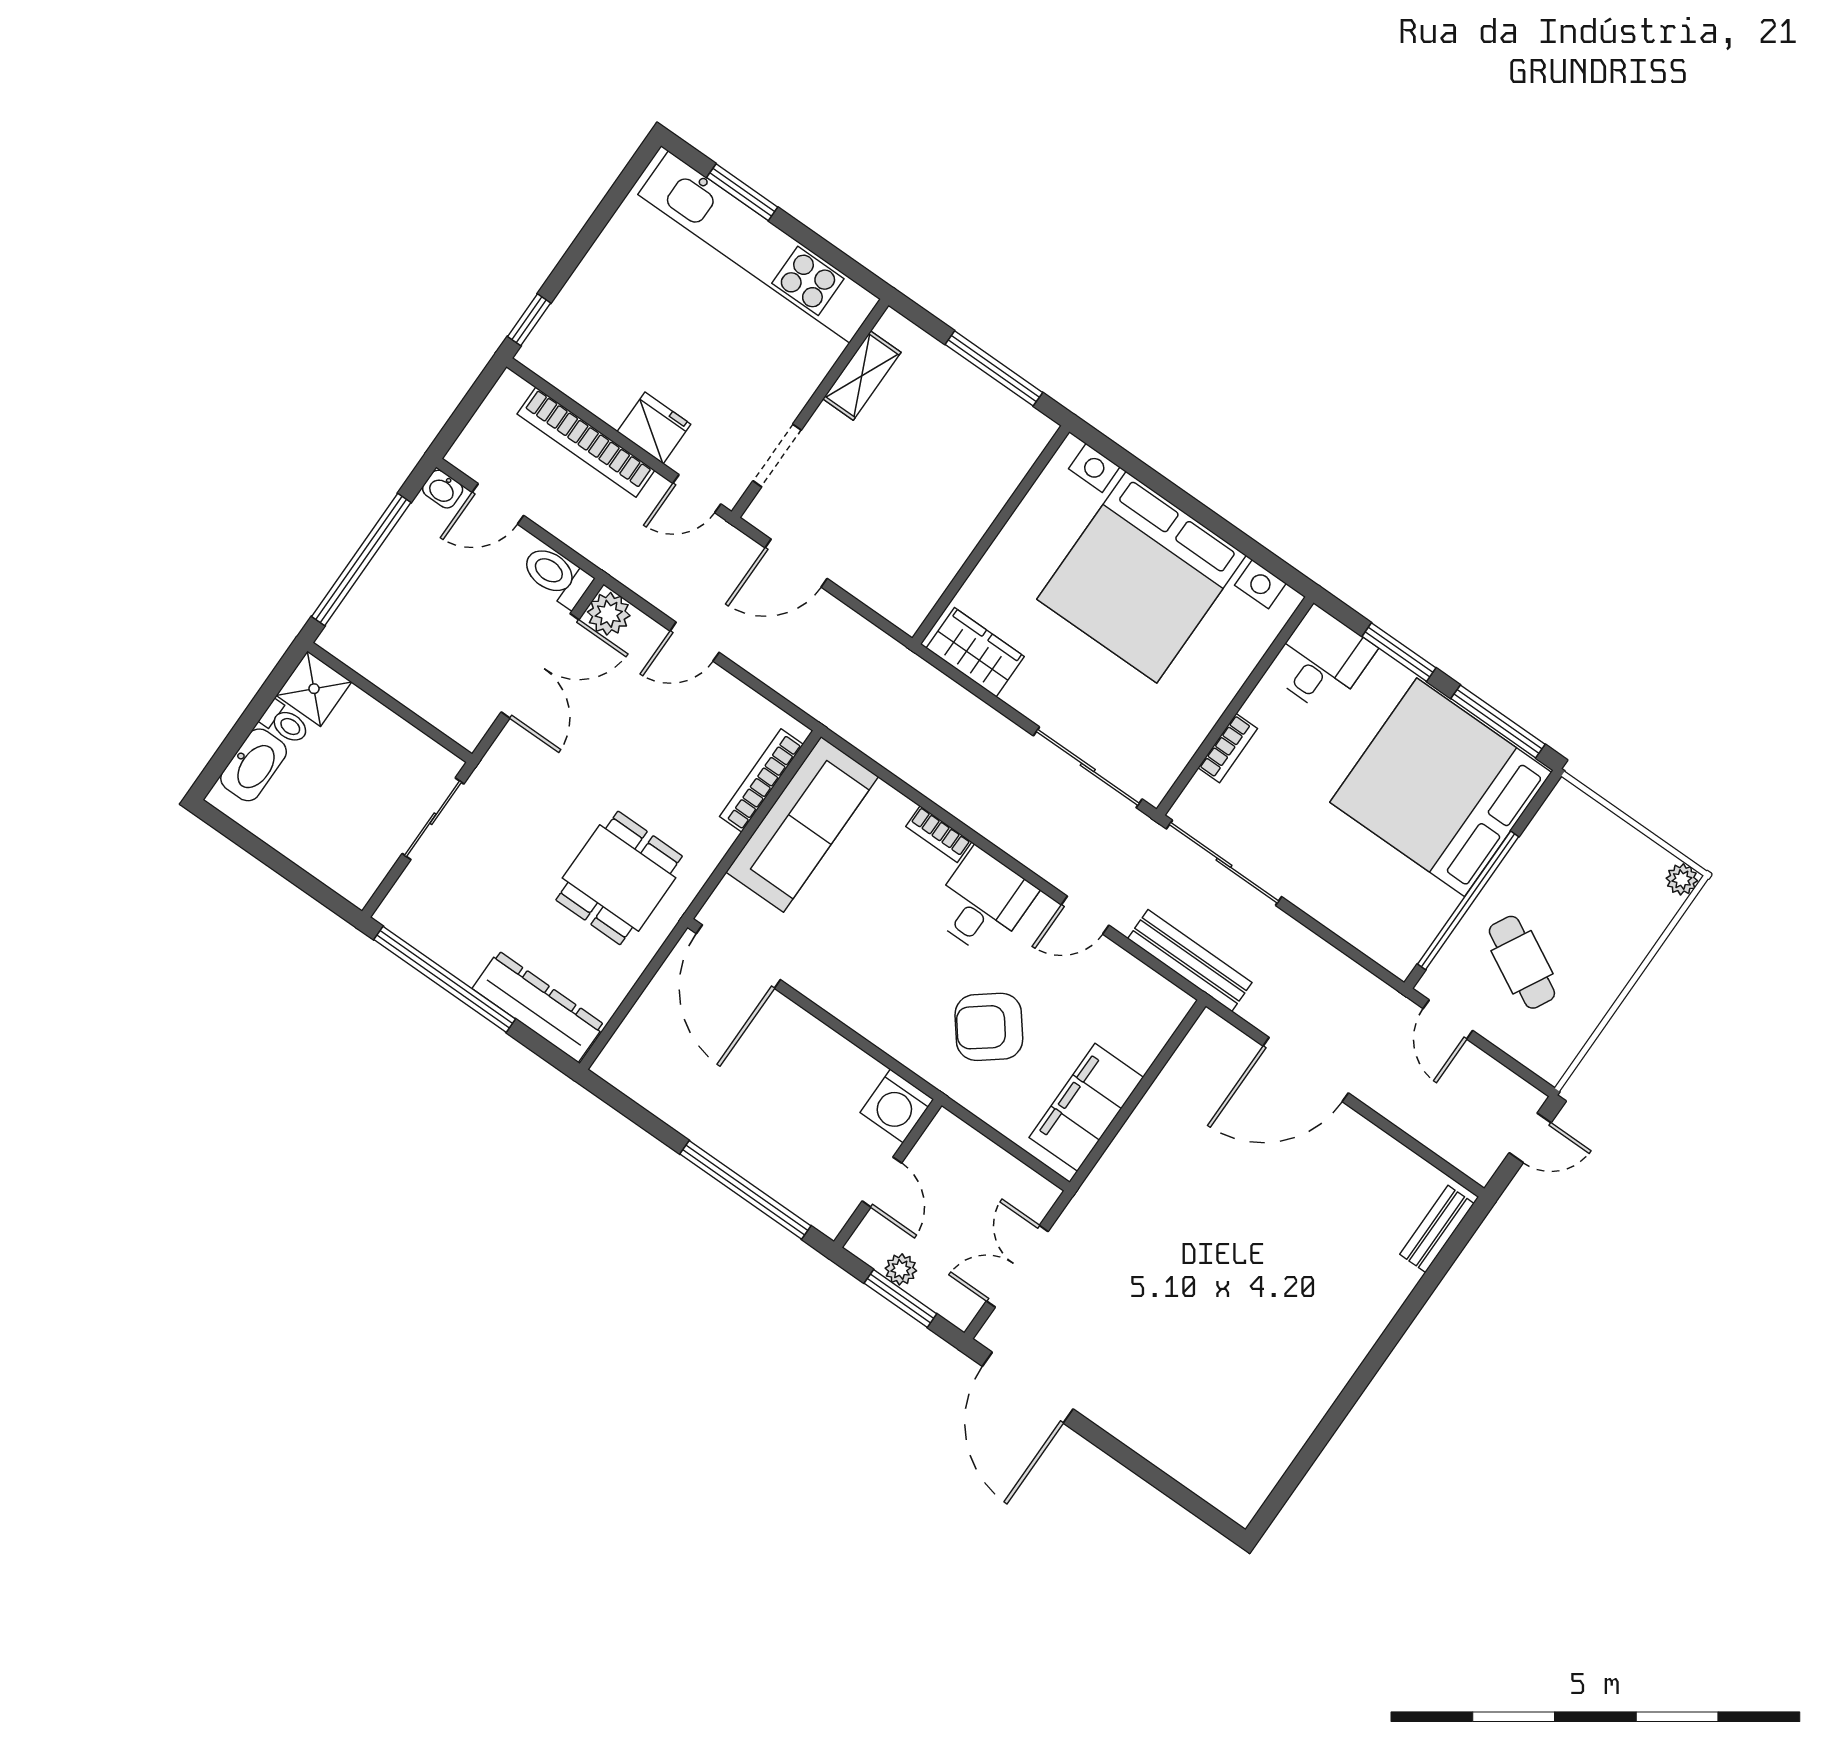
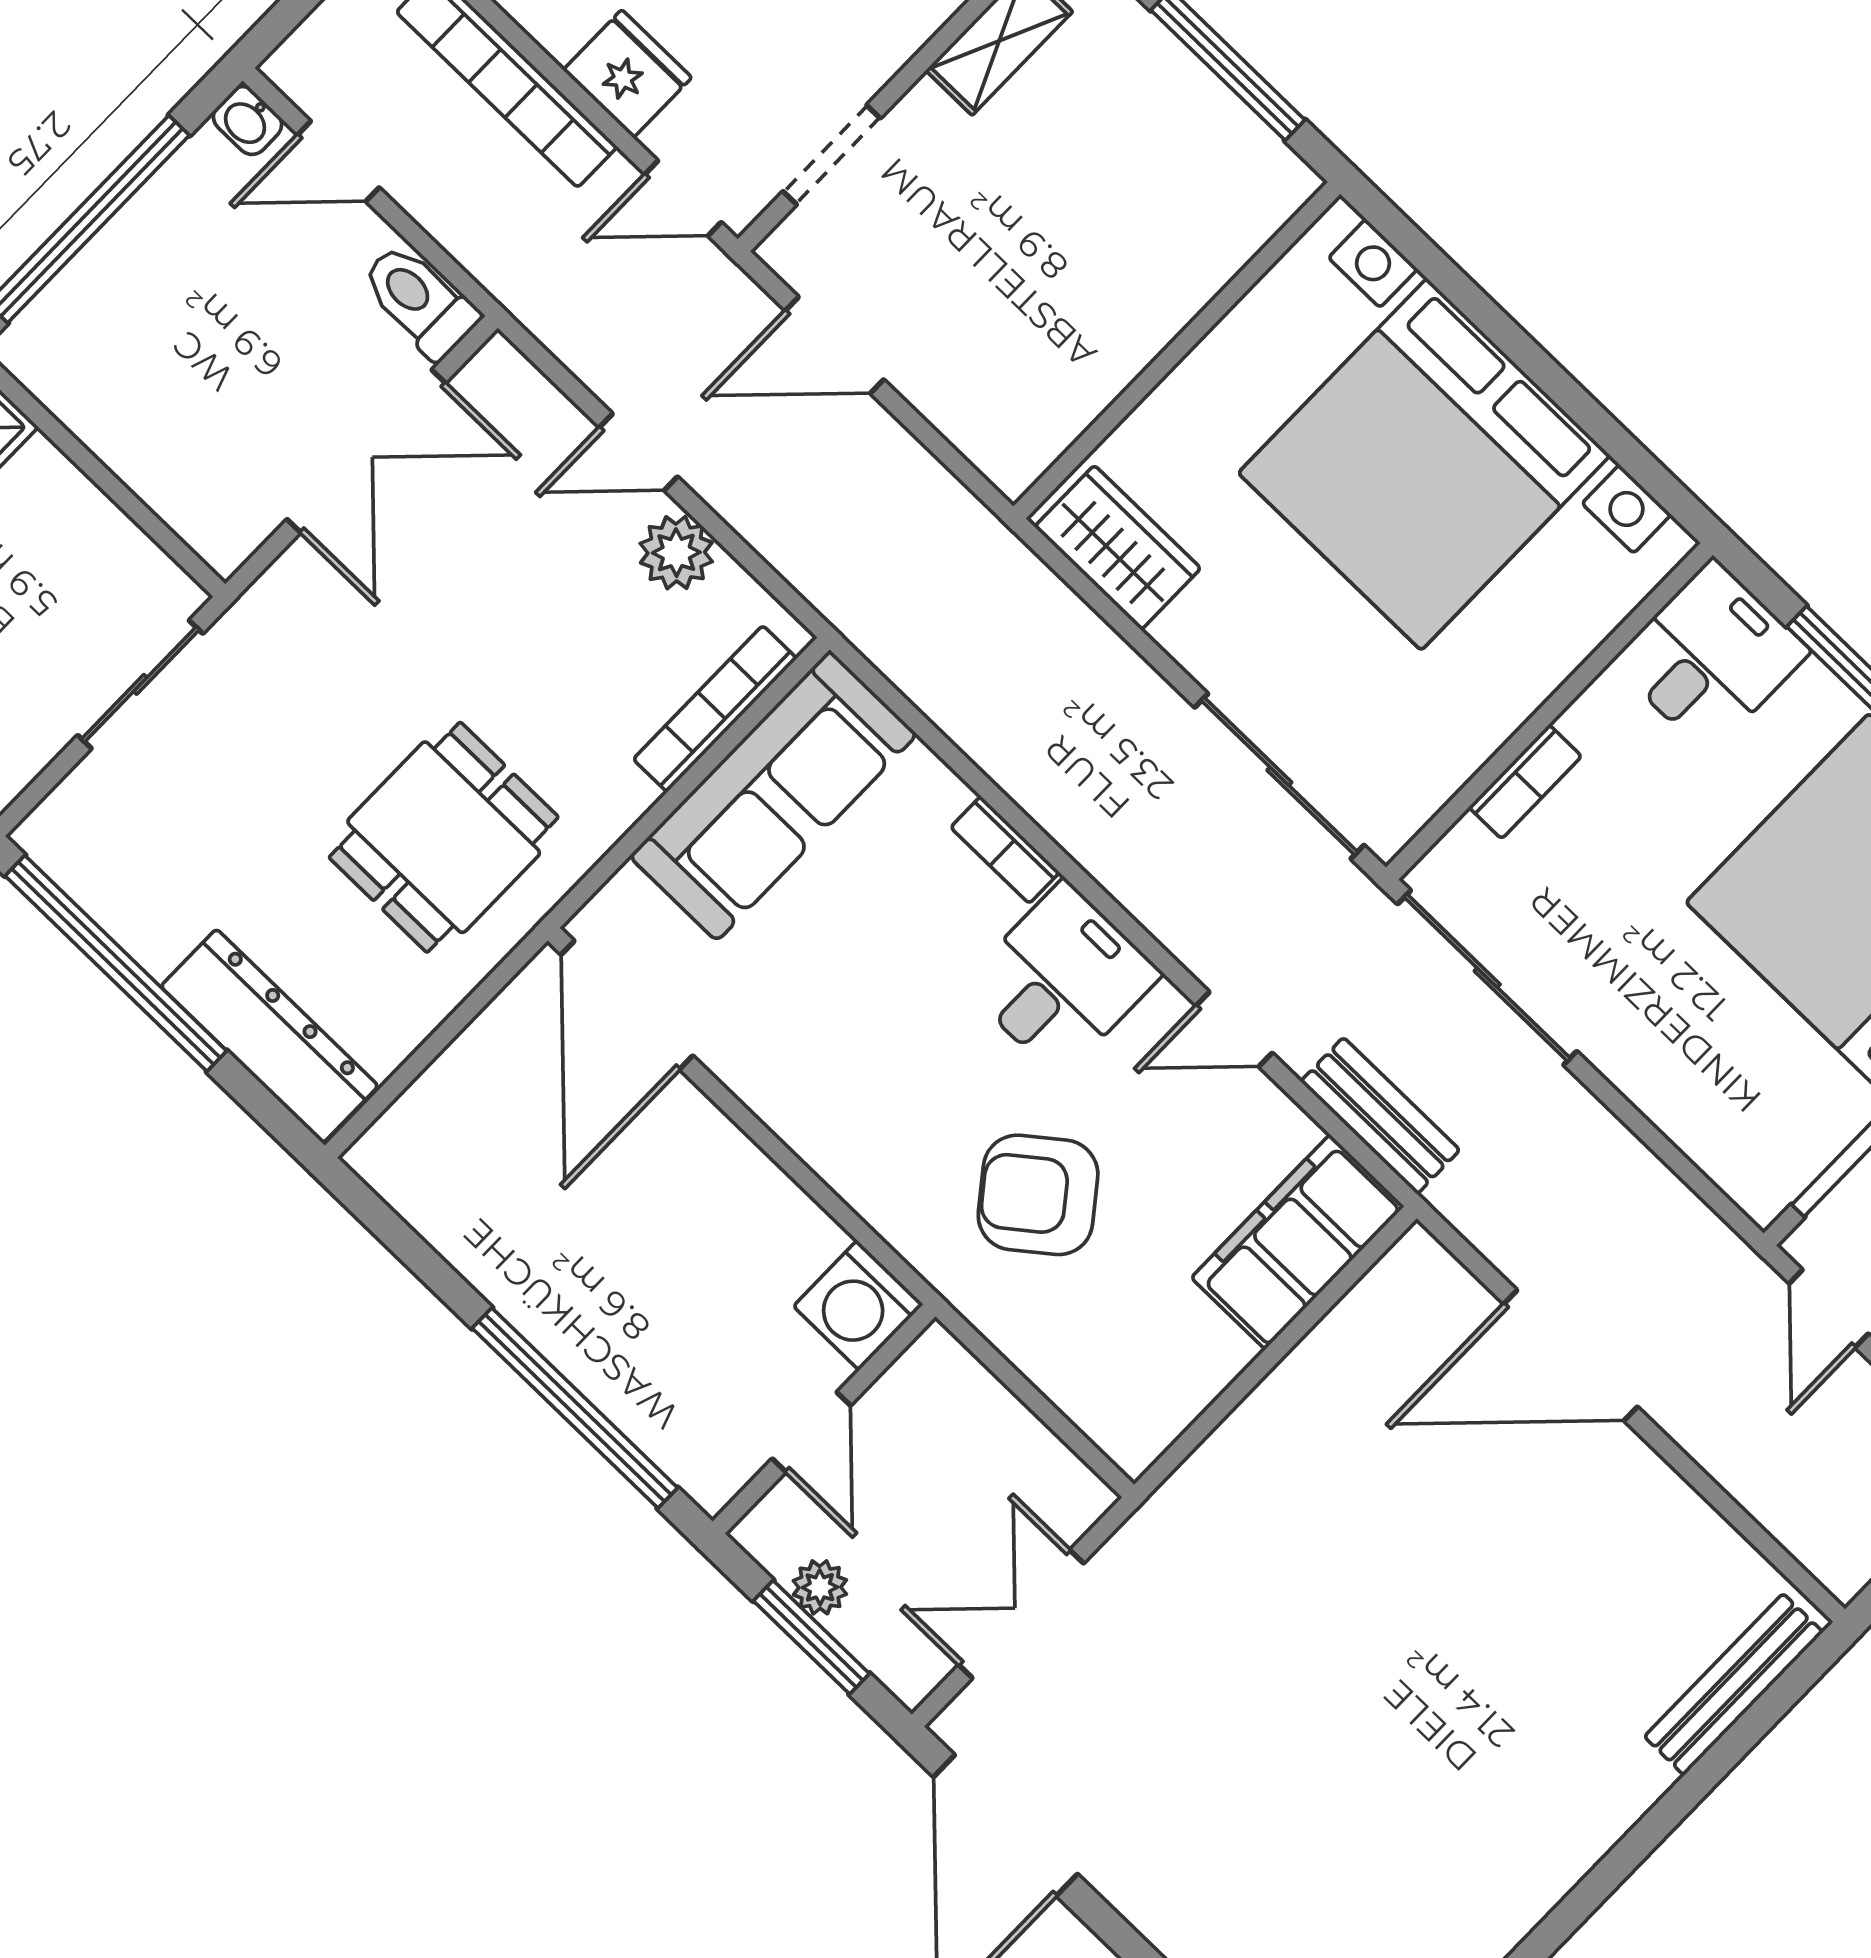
plant: (609, 614) -> (676, 553), moved
bench: (1190, 961) -> (1380, 1116), width x0.73
filing cabinet: (1086, 1107) -> (1298, 1242), moved
bench: (1437, 1229) -> (1734, 1684), width x1.36

